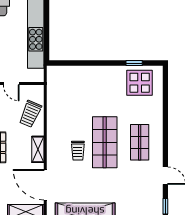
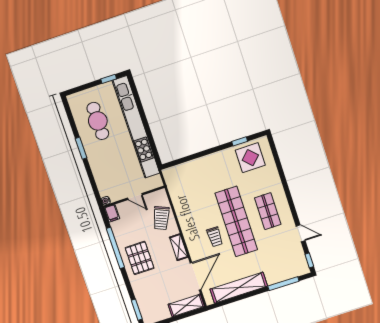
shop shelf: (105, 142) -> (236, 221), width x1.40
door: (45, 185) -> (196, 276), swing flipped

